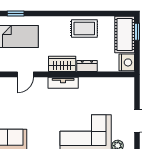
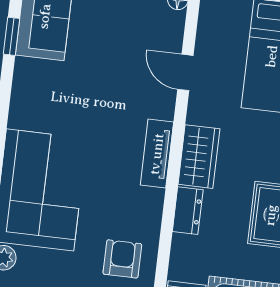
armchair: (112, 93) -> (122, 259), added

